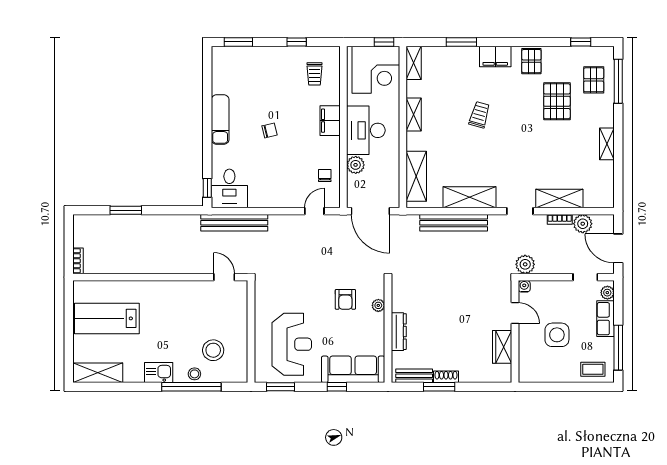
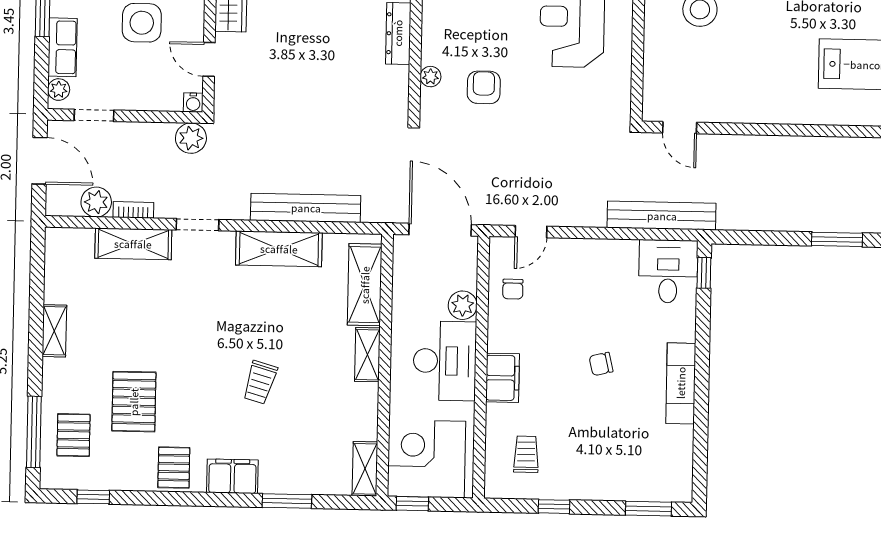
shelving: (414, 115) -> (367, 355), moved

